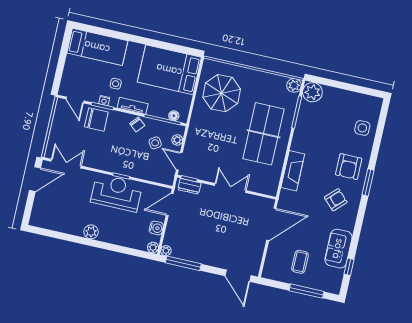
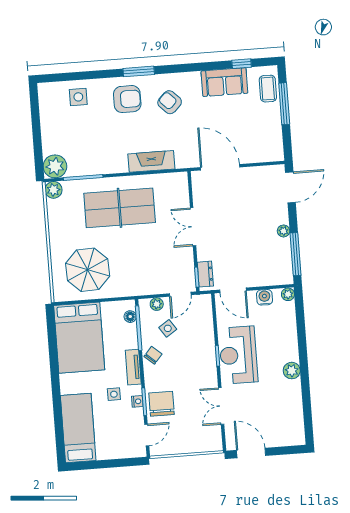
double door: (66, 164) -> (221, 406), moved
plant: (166, 251) -> (284, 231), moved
coffee table: (300, 262) -> (268, 89), moved, turned 90

